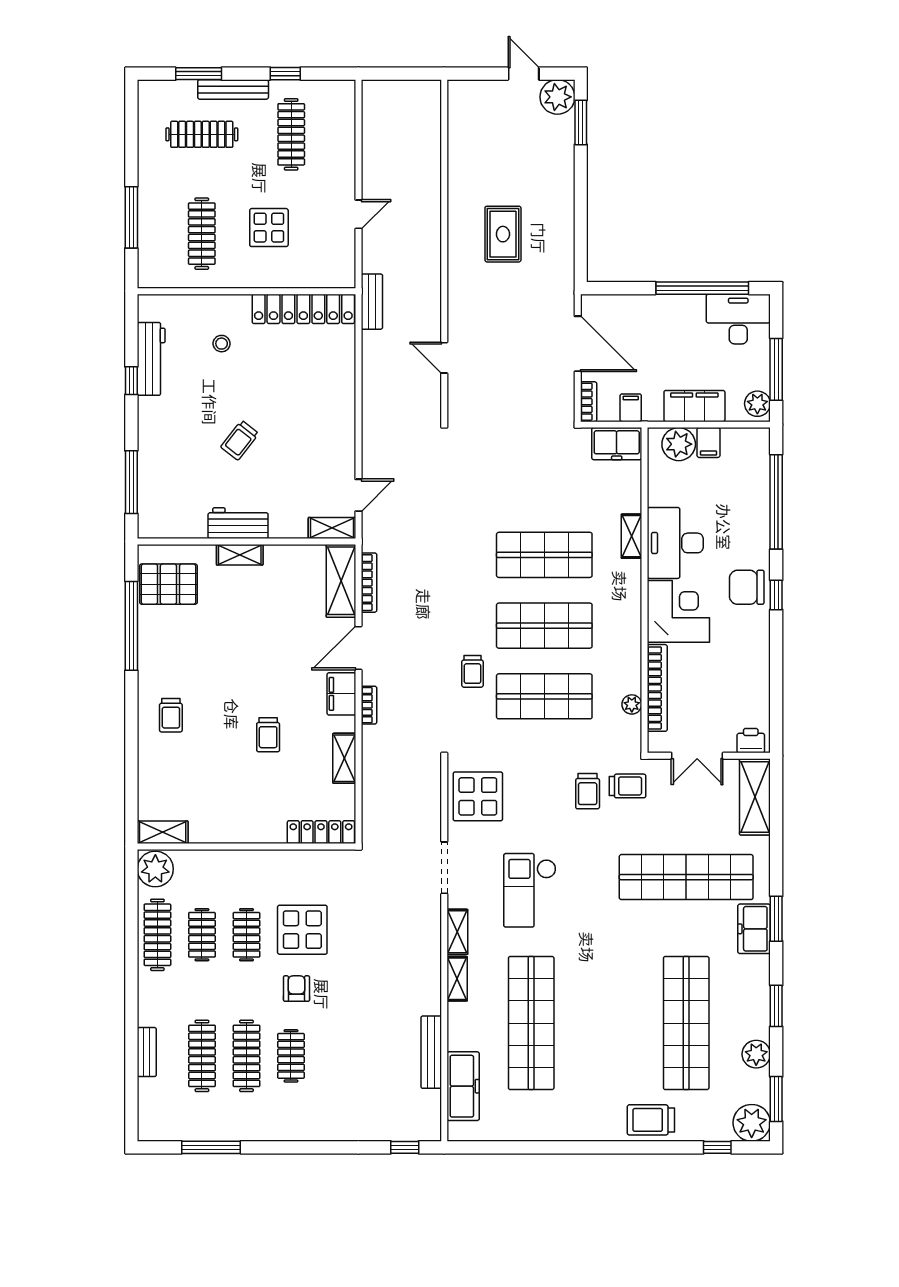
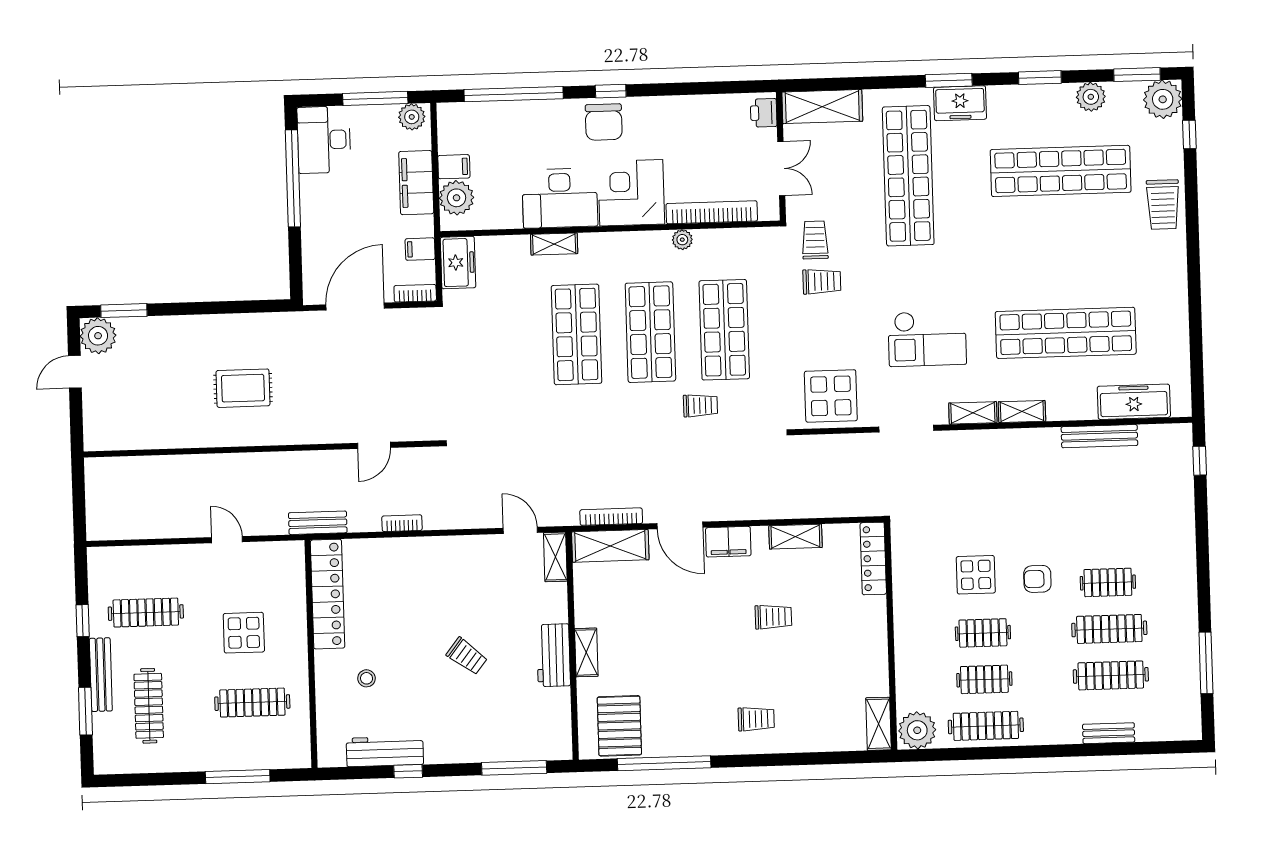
plant: (632, 704) -> (682, 240), moved
bookcase: (369, 705) -> (402, 523), moved
display table: (302, 930) -> (976, 575), width x0.73, depth x0.73

